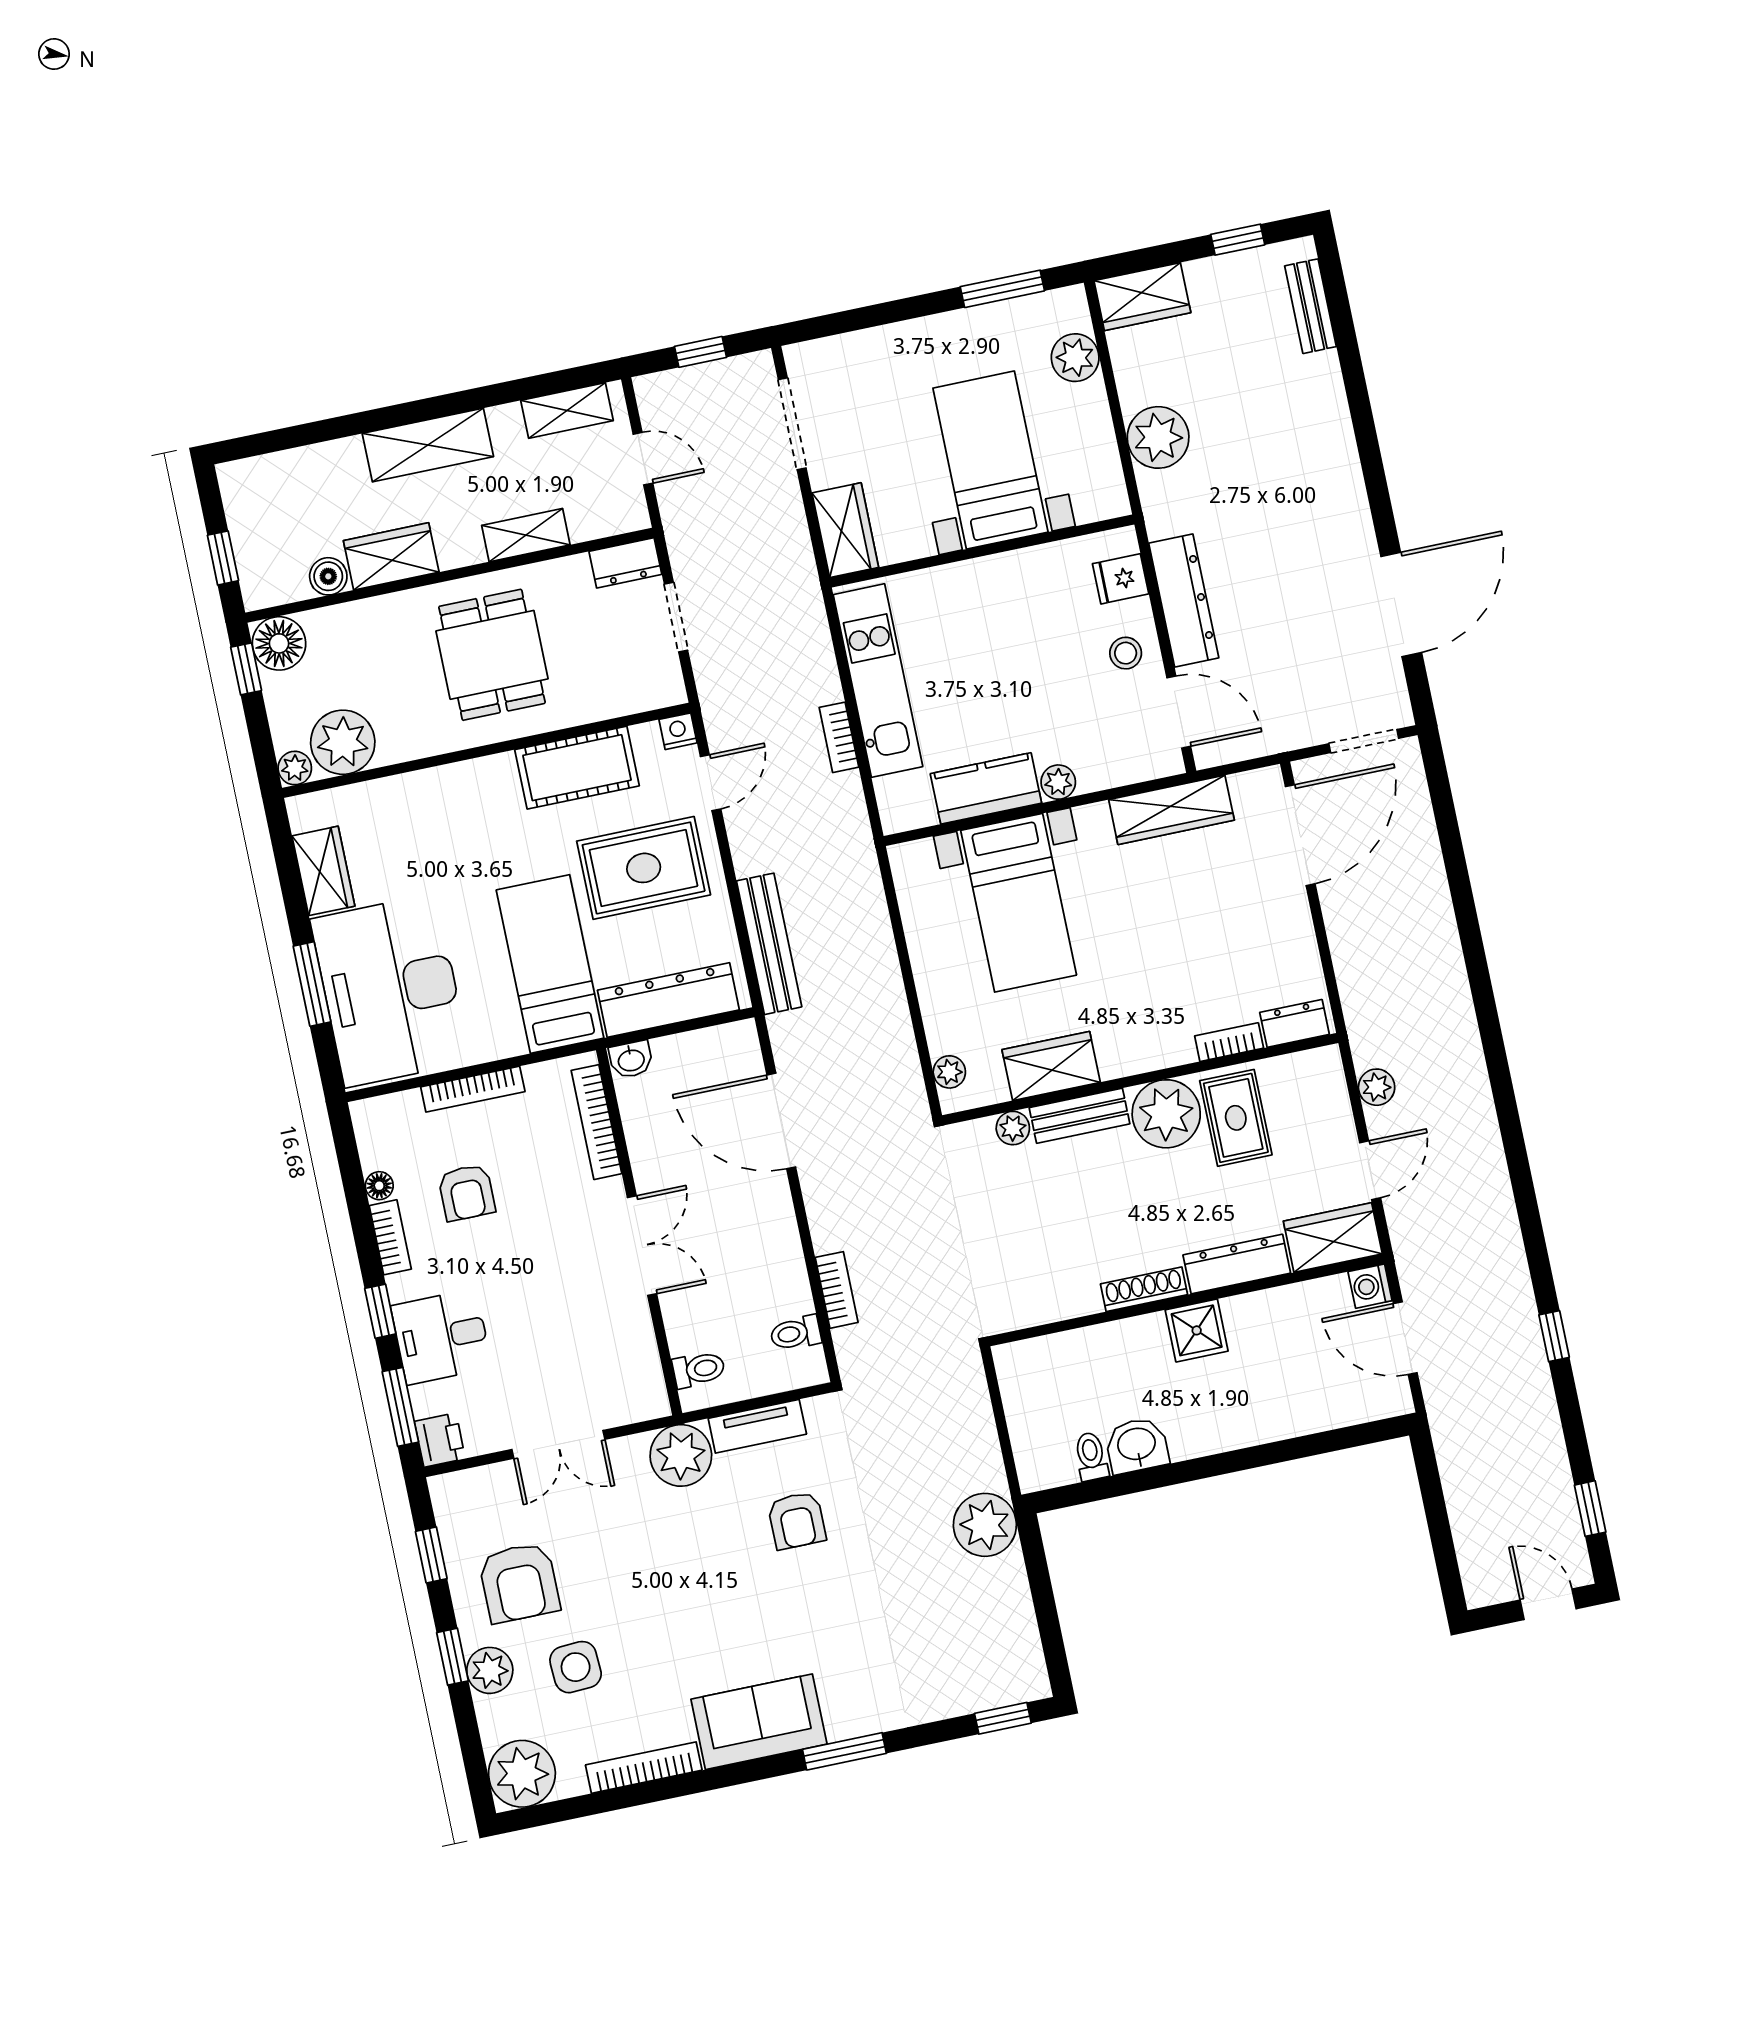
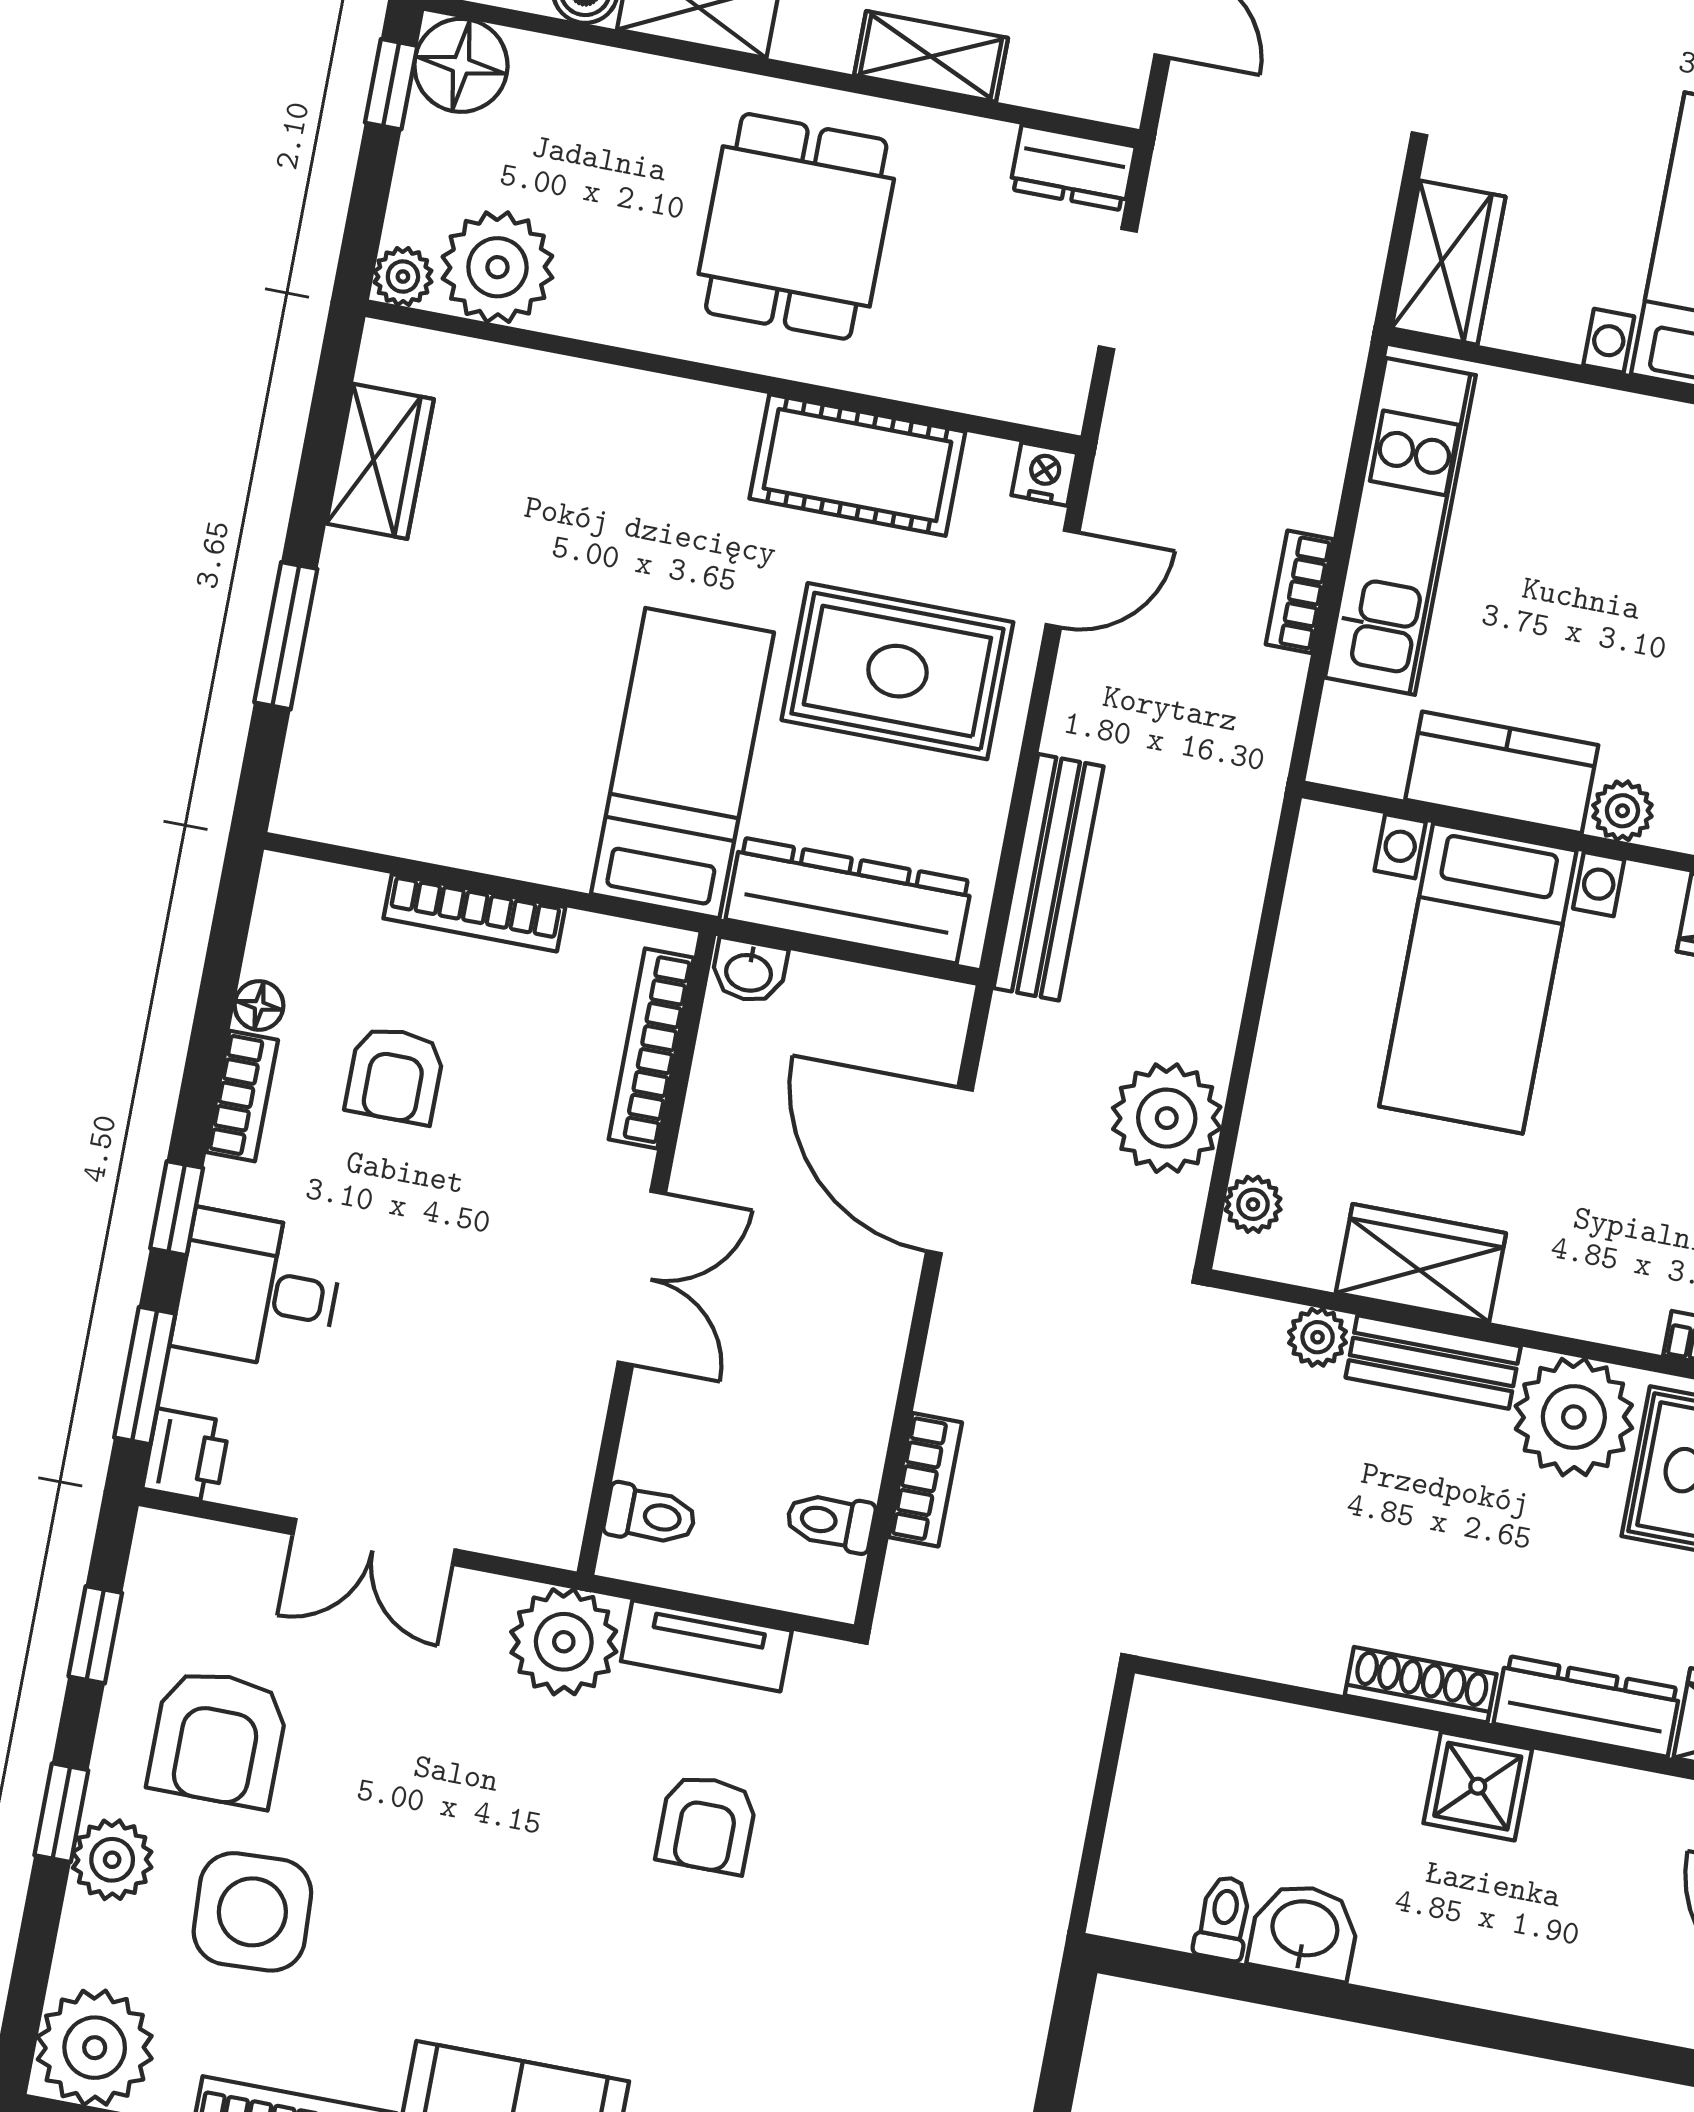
desk: (390, 990) -> (408, 699), removed
plant: (985, 1525) -> (1167, 1118), moved
side table: (576, 1667) -> (252, 1912), width x1.37, depth x1.37

